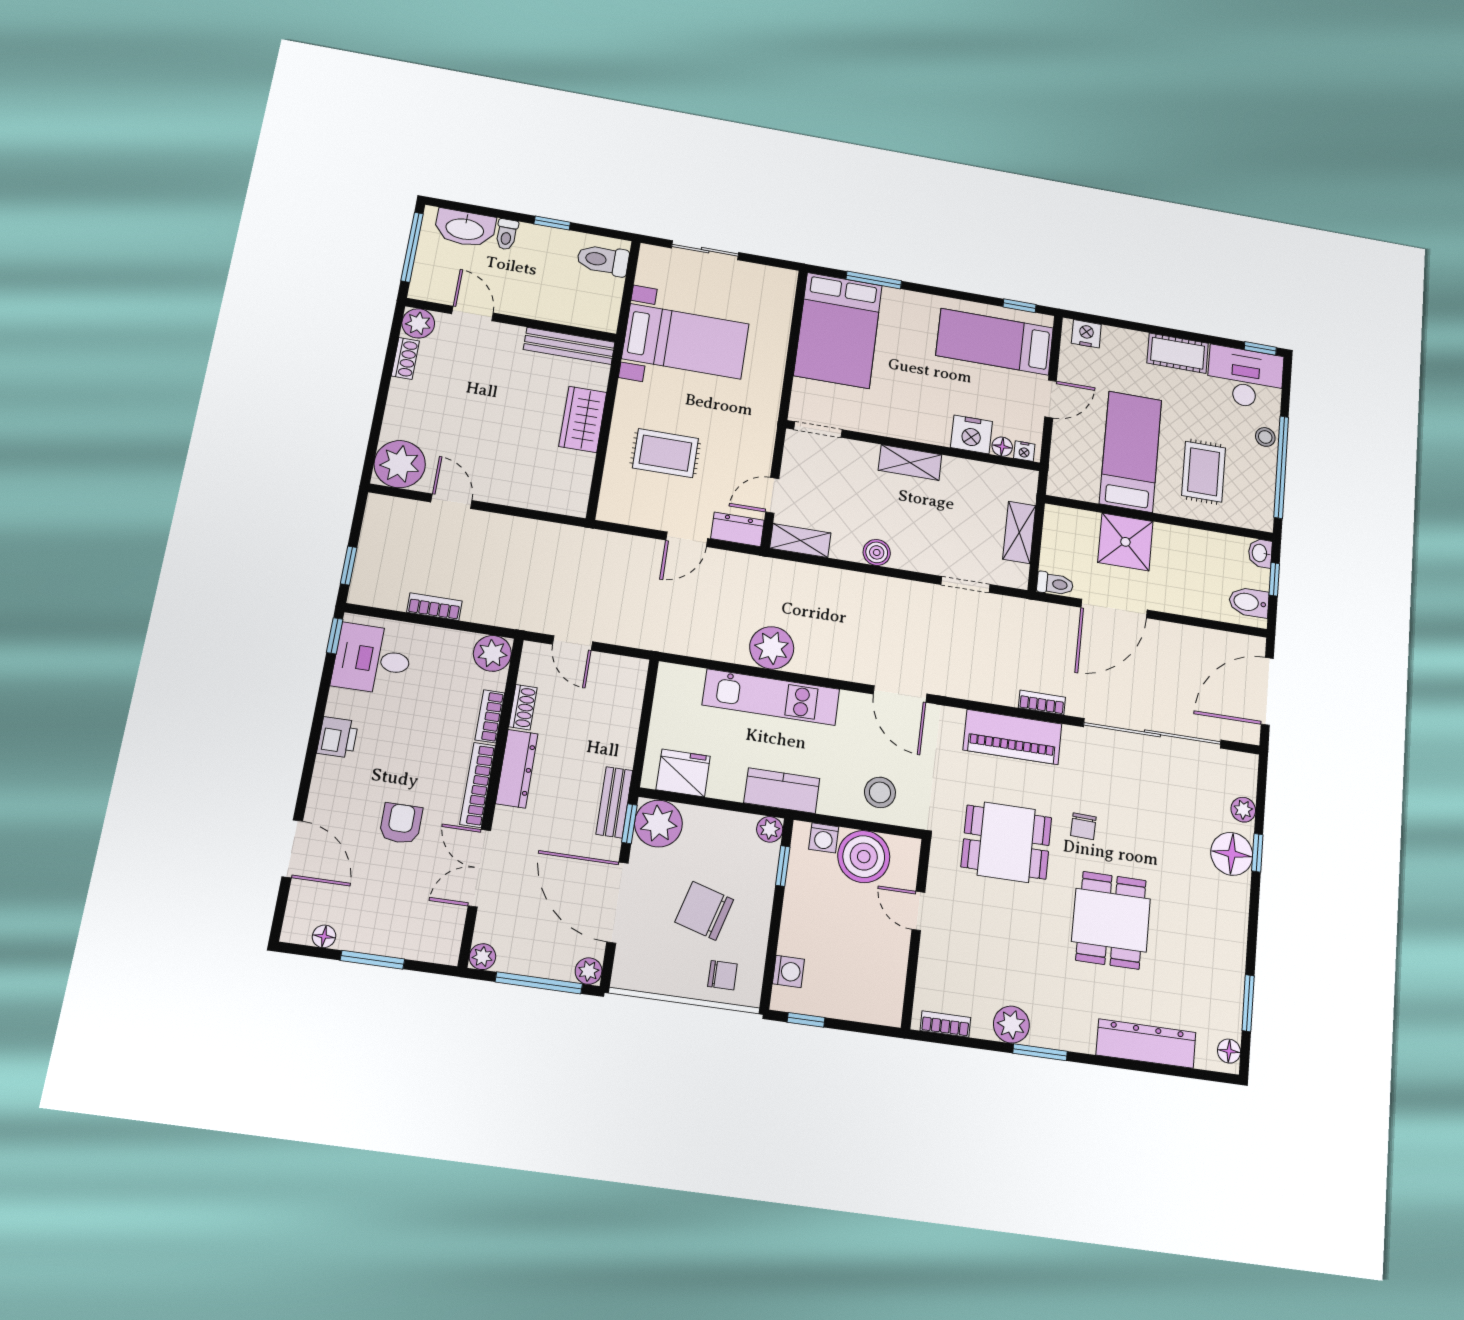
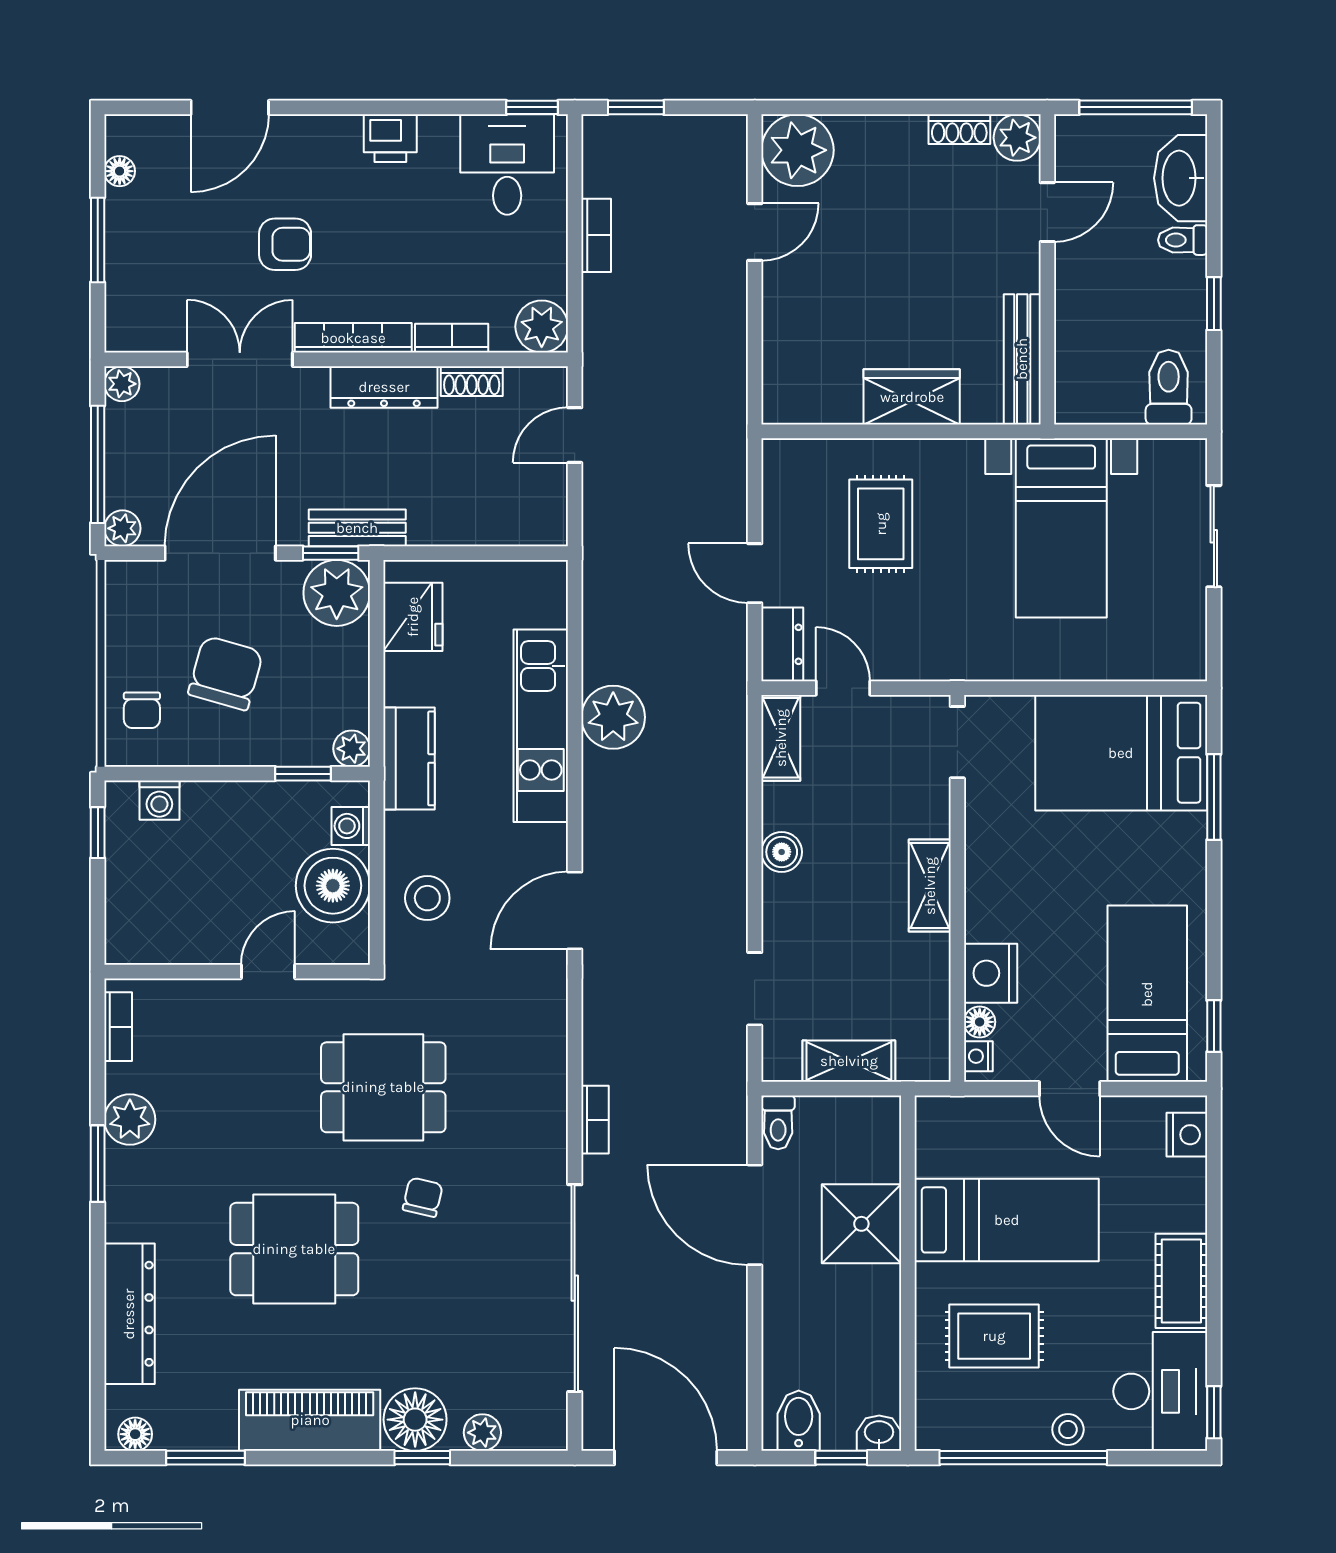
piano: (1012, 737) -> (310, 1420), moved, turned 90
chair: (1083, 826) -> (423, 1197), turned 101
dining table: (1006, 842) -> (383, 1087), turned 90

